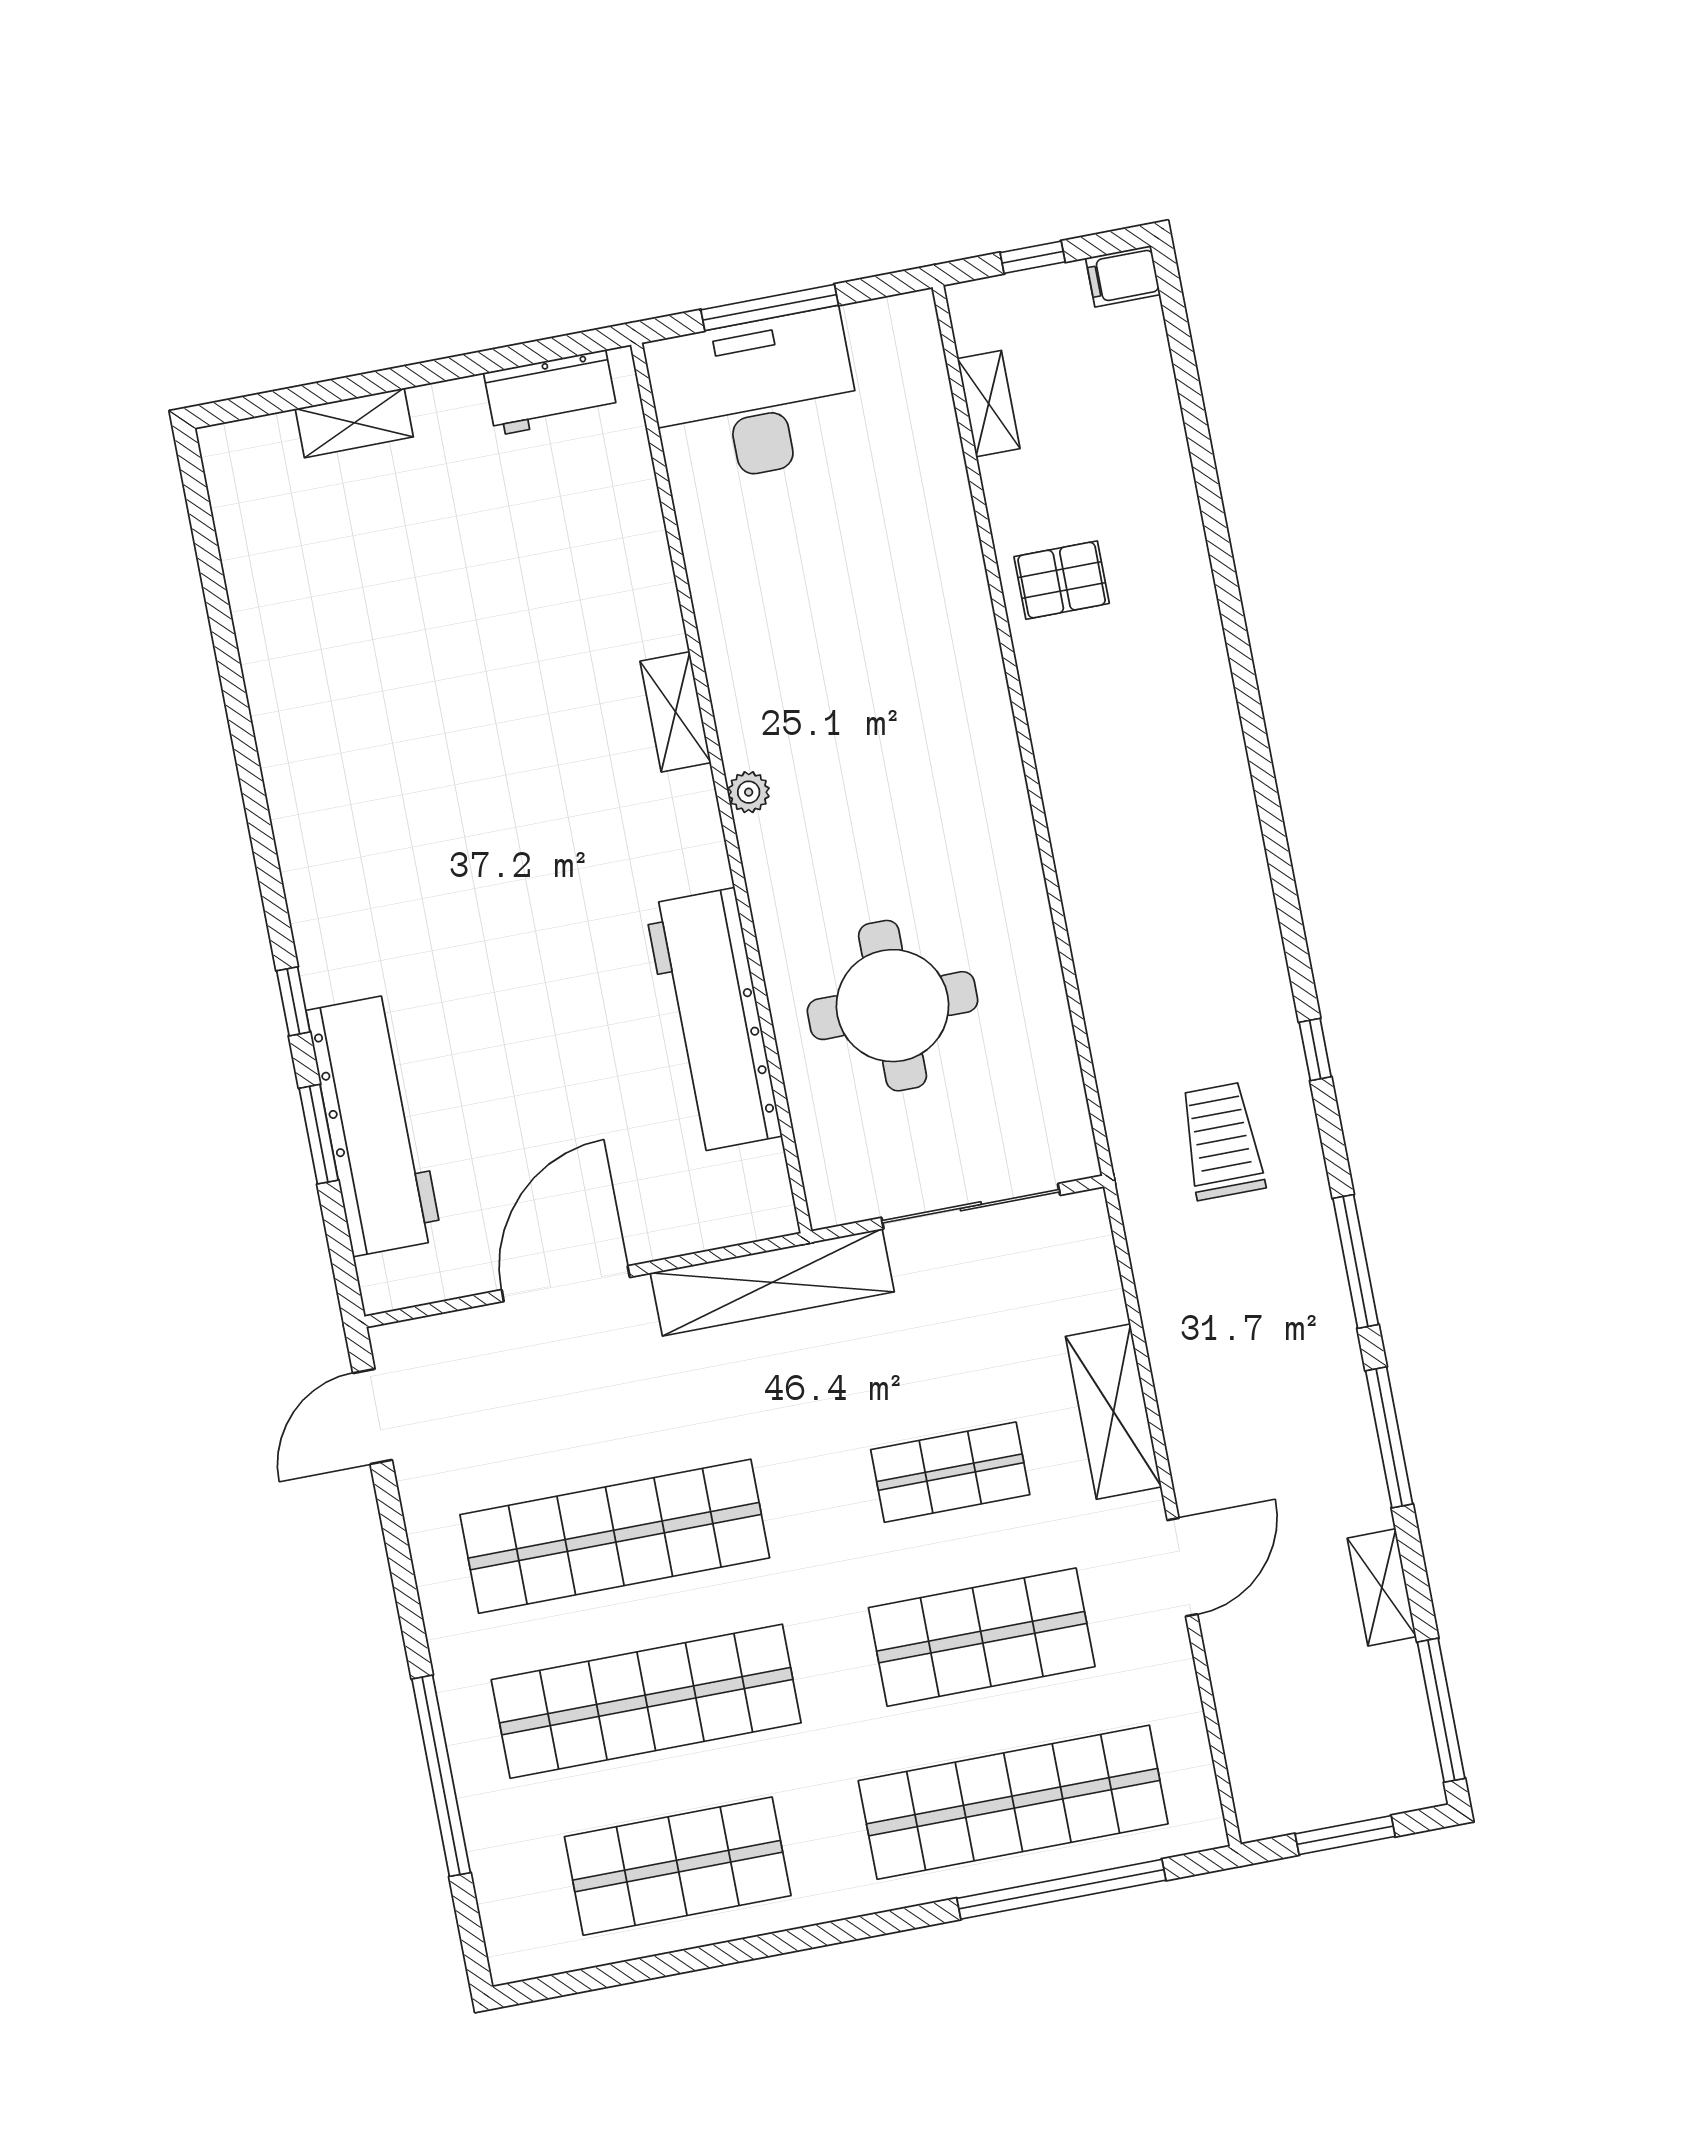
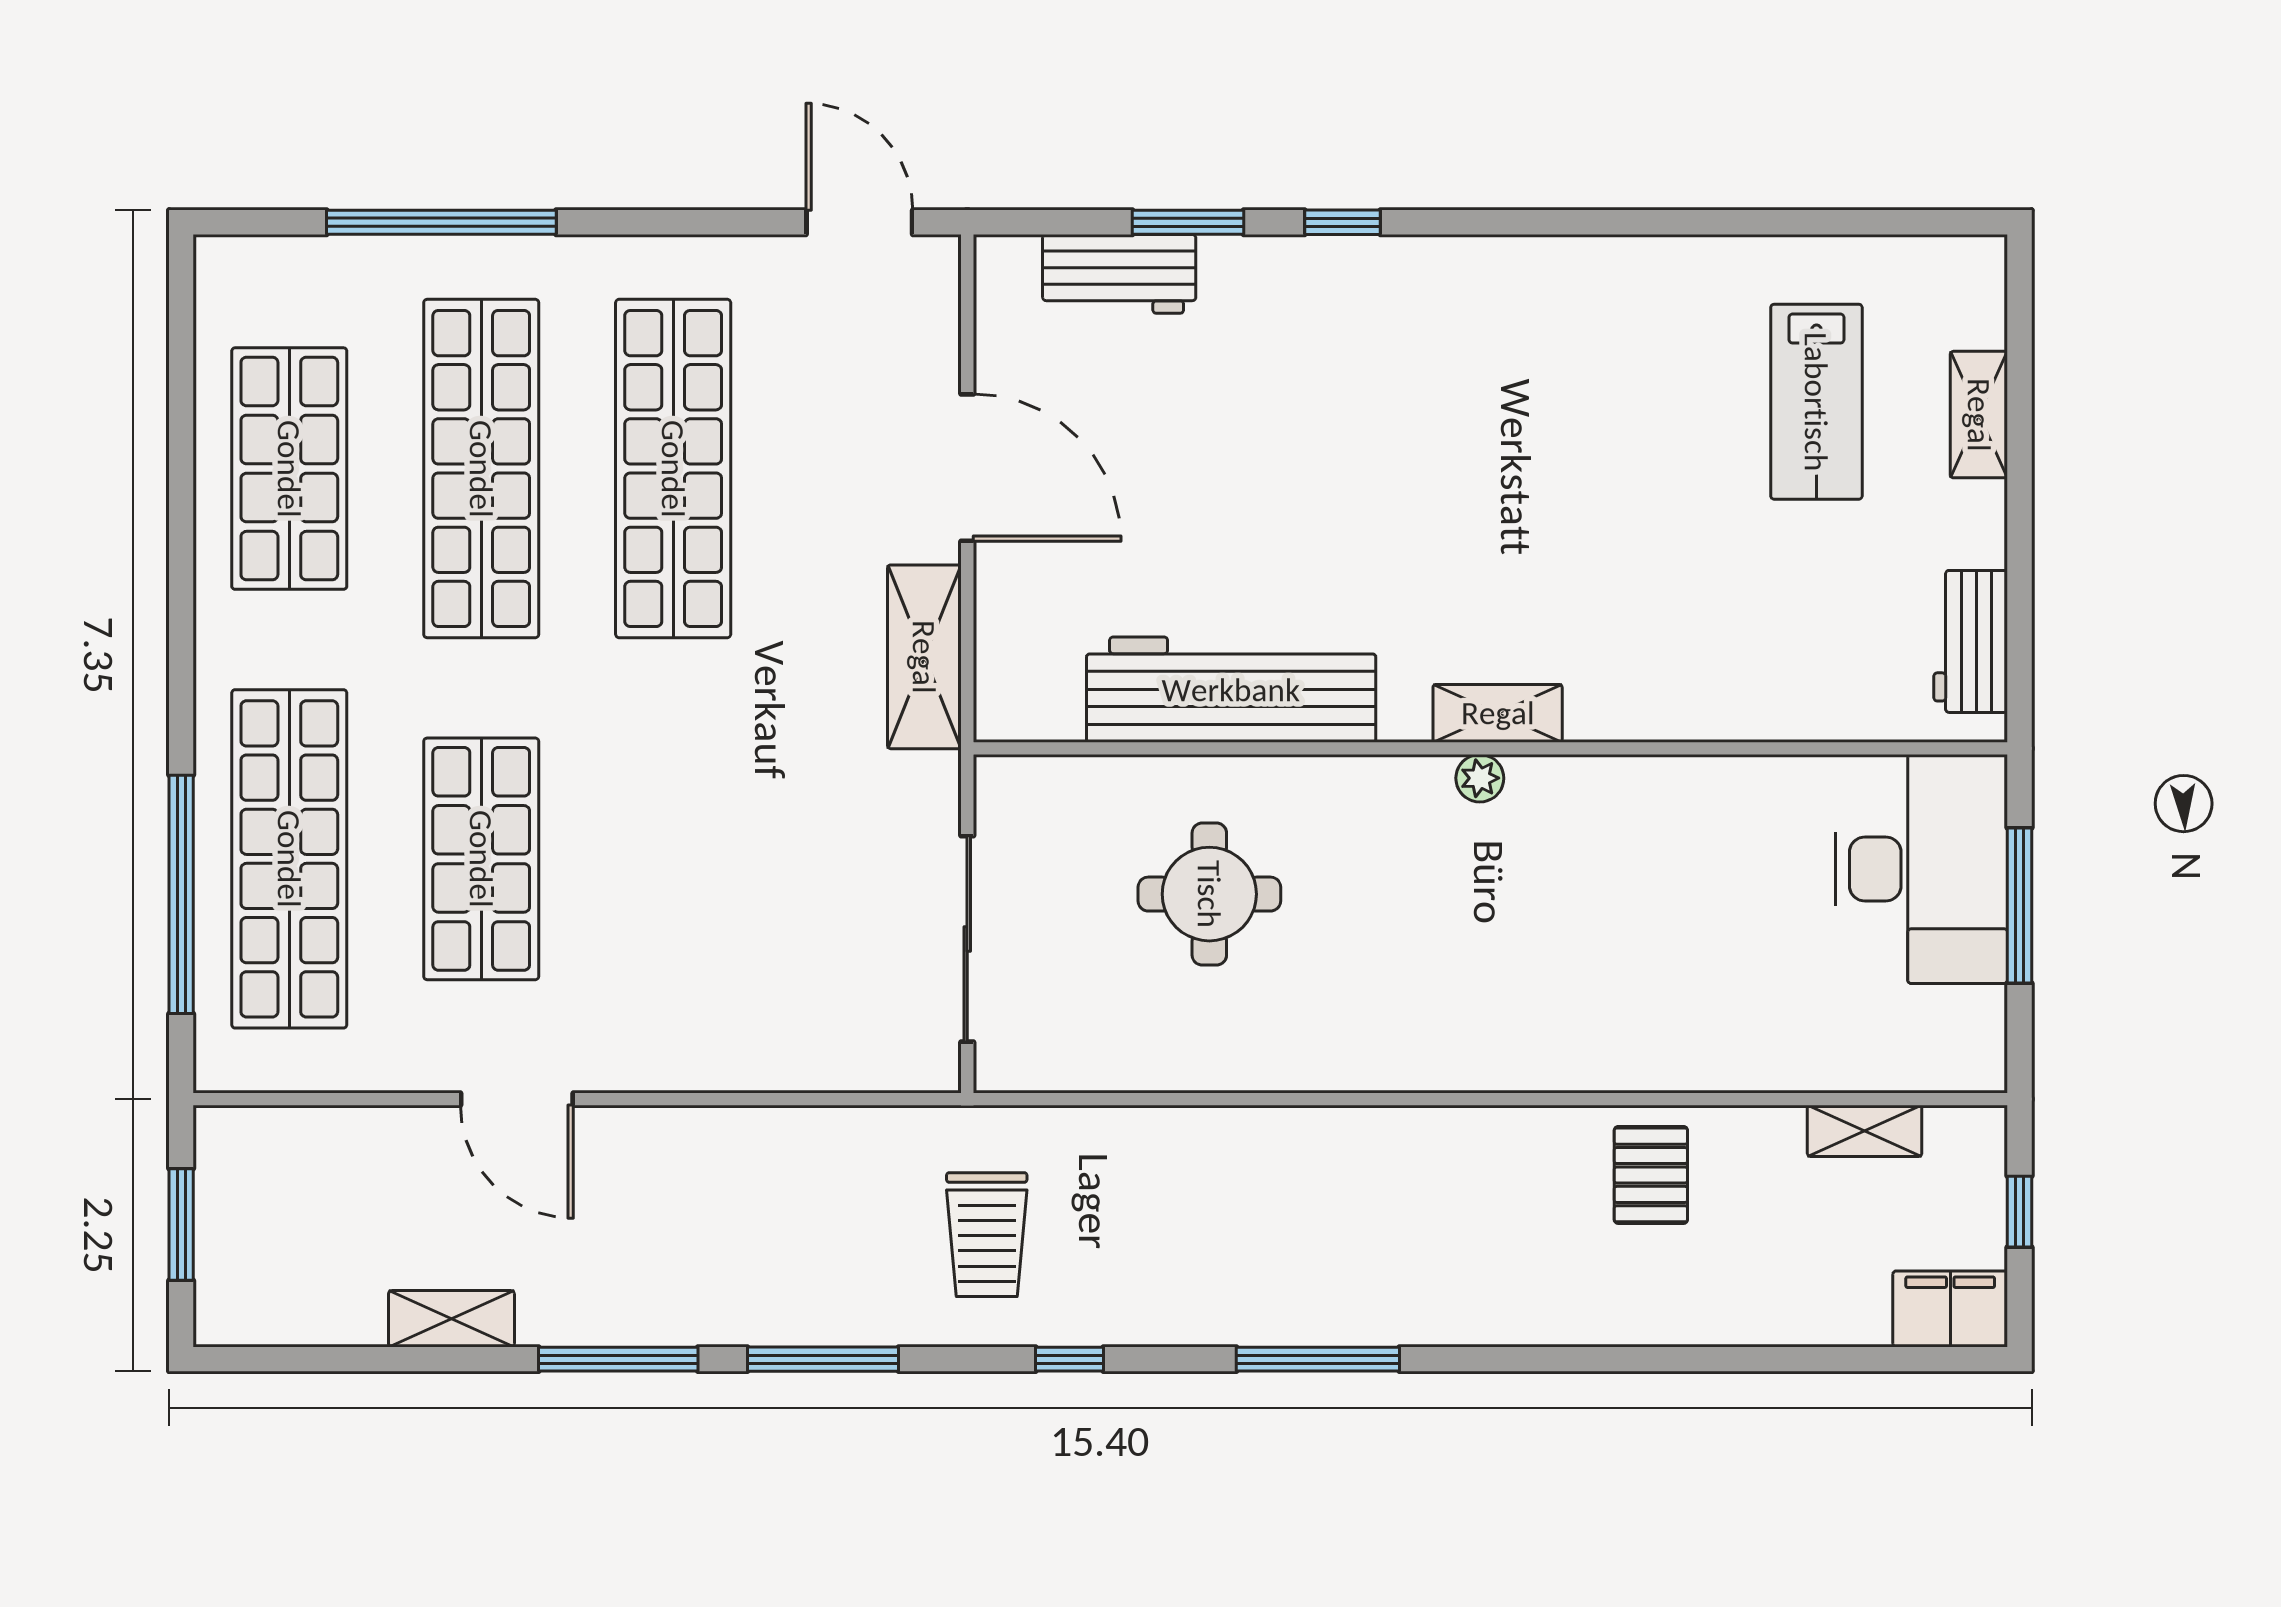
filing cabinet: (1123, 276) -> (1950, 1309), width x2.00
lab bench: (370, 565) -> (1816, 402), added
shelving: (675, 712) -> (1498, 713), moved
round table: (893, 1006) -> (1209, 894), width x0.73, depth x0.73
workbench: (374, 1125) -> (1119, 274), width x0.53, depth x0.76
trolley: (1222, 1141) -> (987, 1235), turned 90
shelving: (772, 1282) -> (924, 657), width x0.68
shelving: (1113, 1412) -> (706, 1055), removed
shop shelf: (950, 1472) -> (673, 859), removed
window: (1441, 1710) -> (1318, 1359), moved

